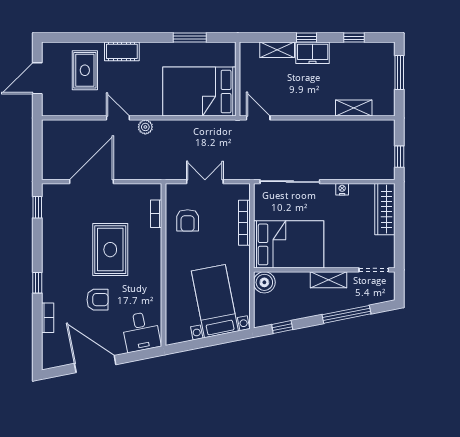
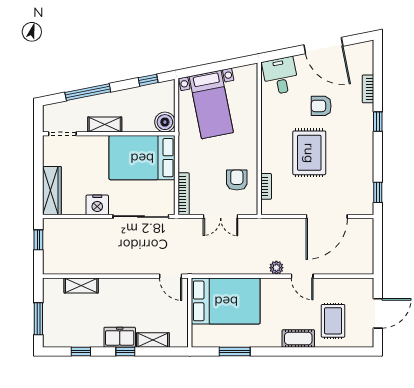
nightstand: (342, 189) -> (97, 205), width x1.89, depth x1.79
bookcase: (244, 223) -> (184, 194), moved

